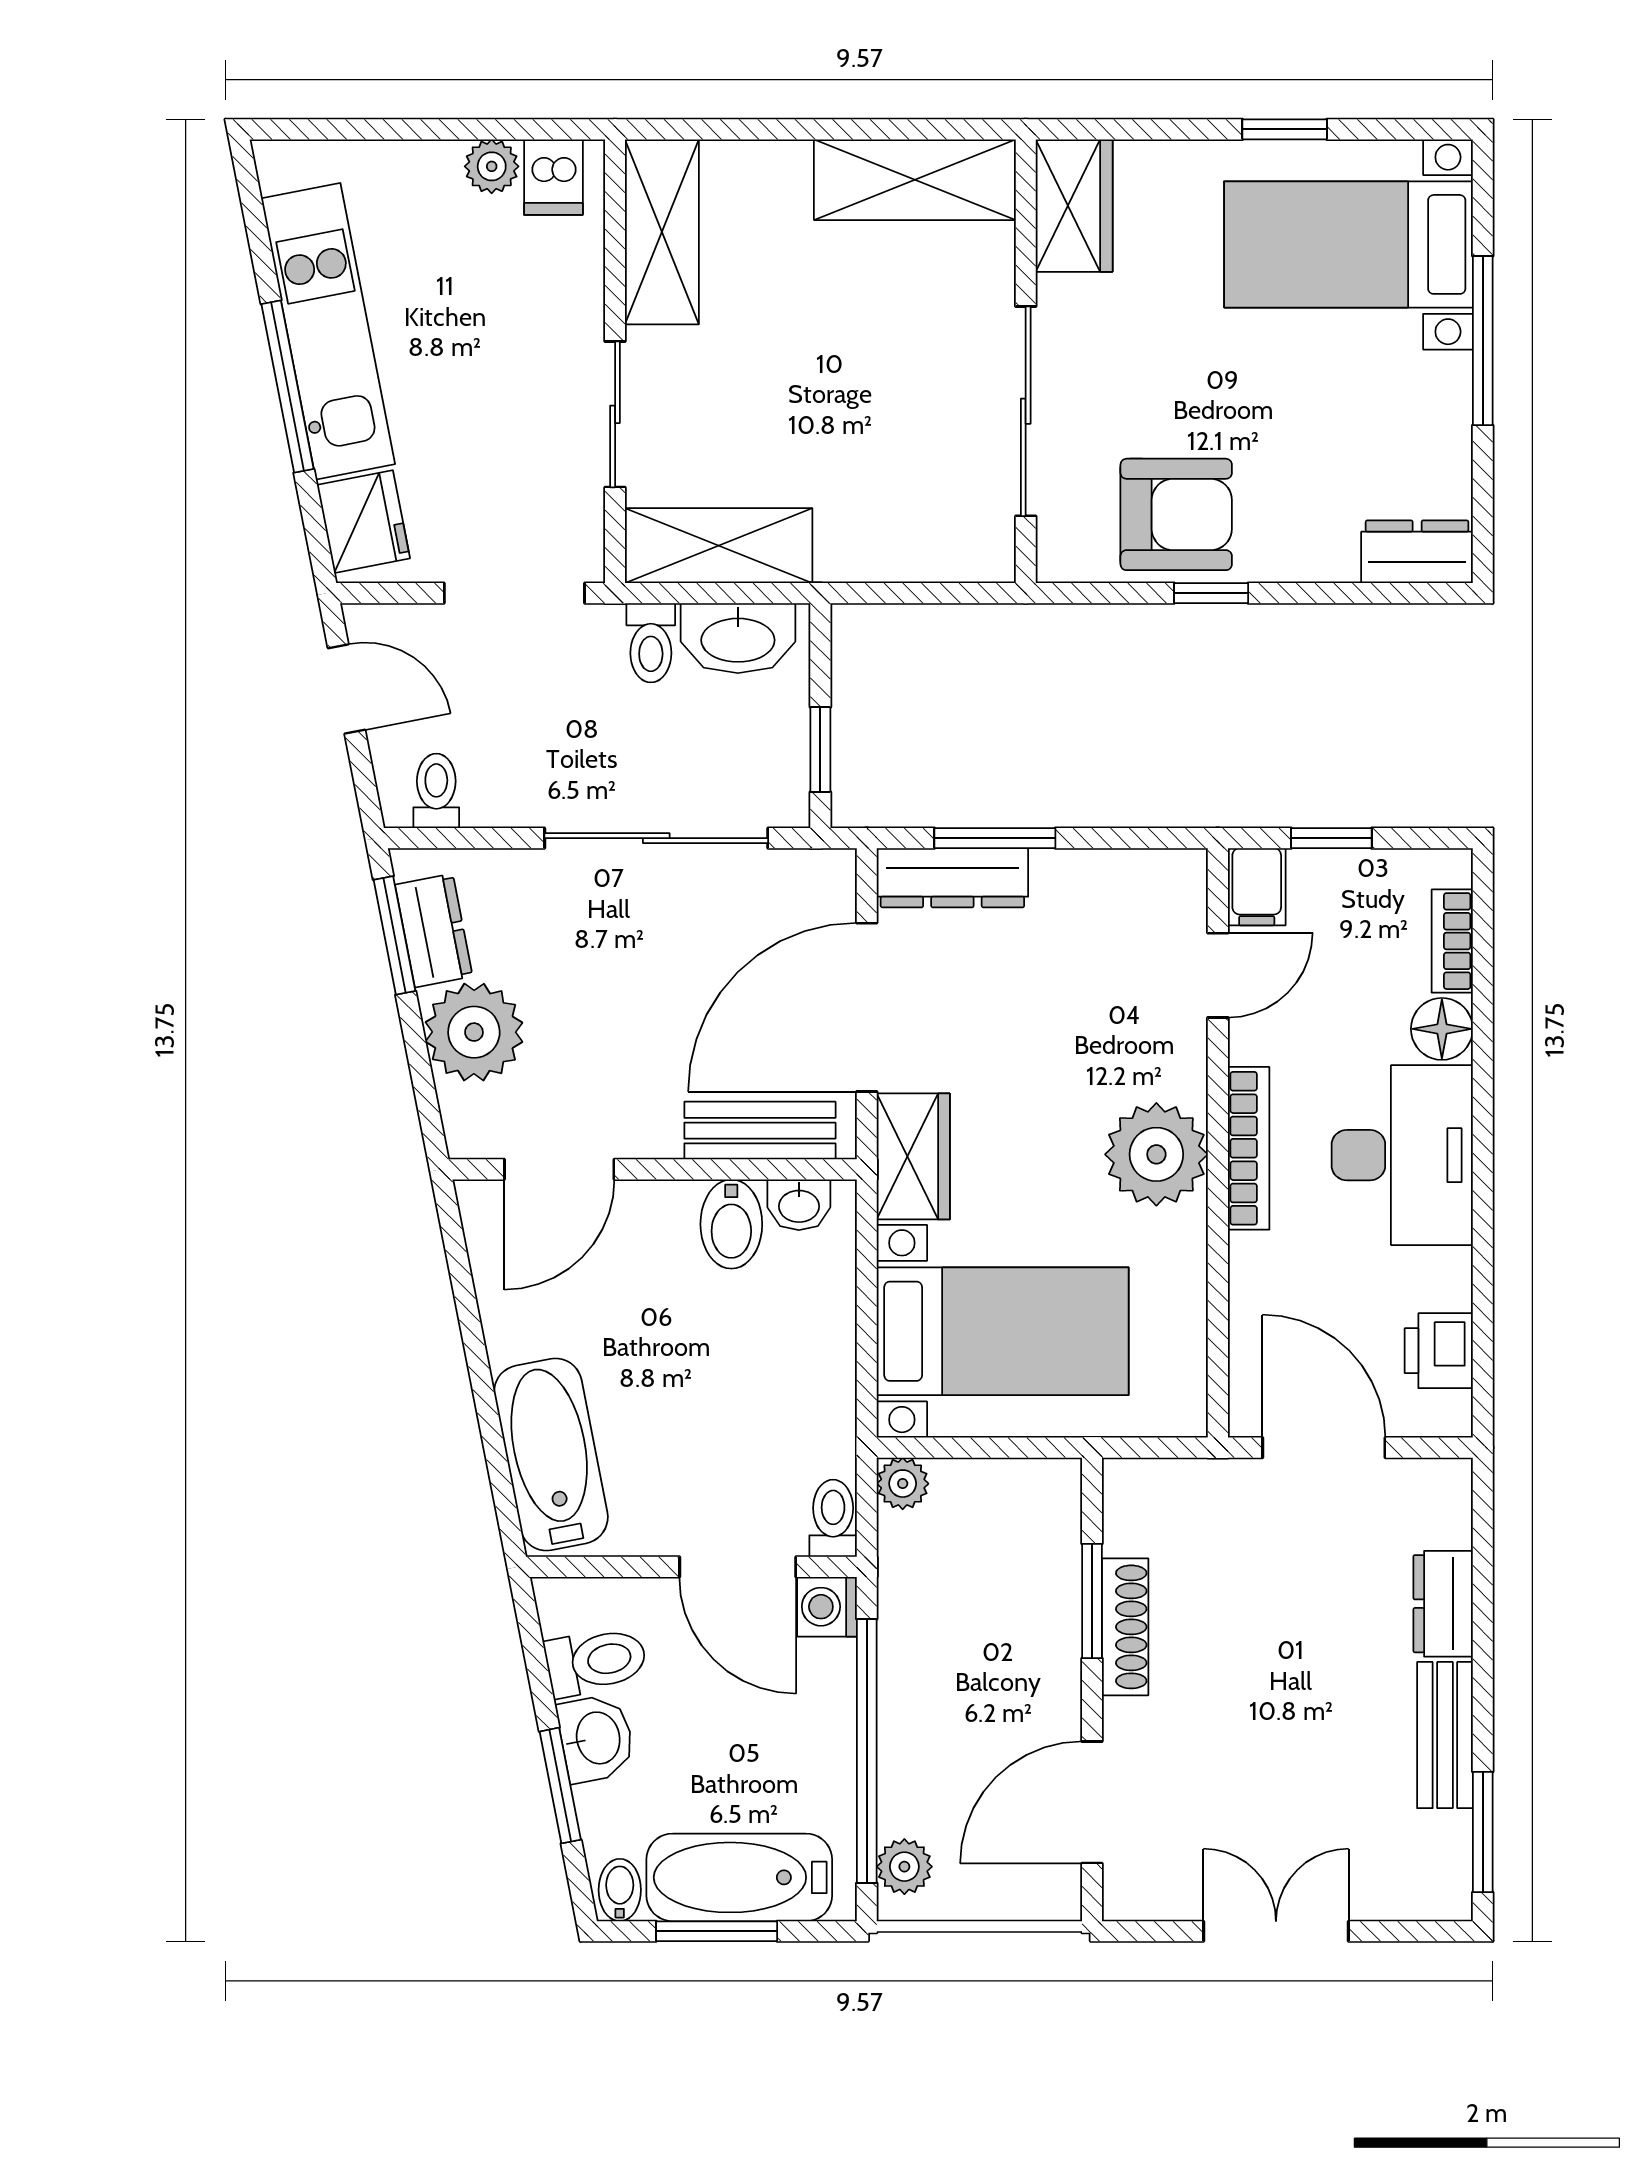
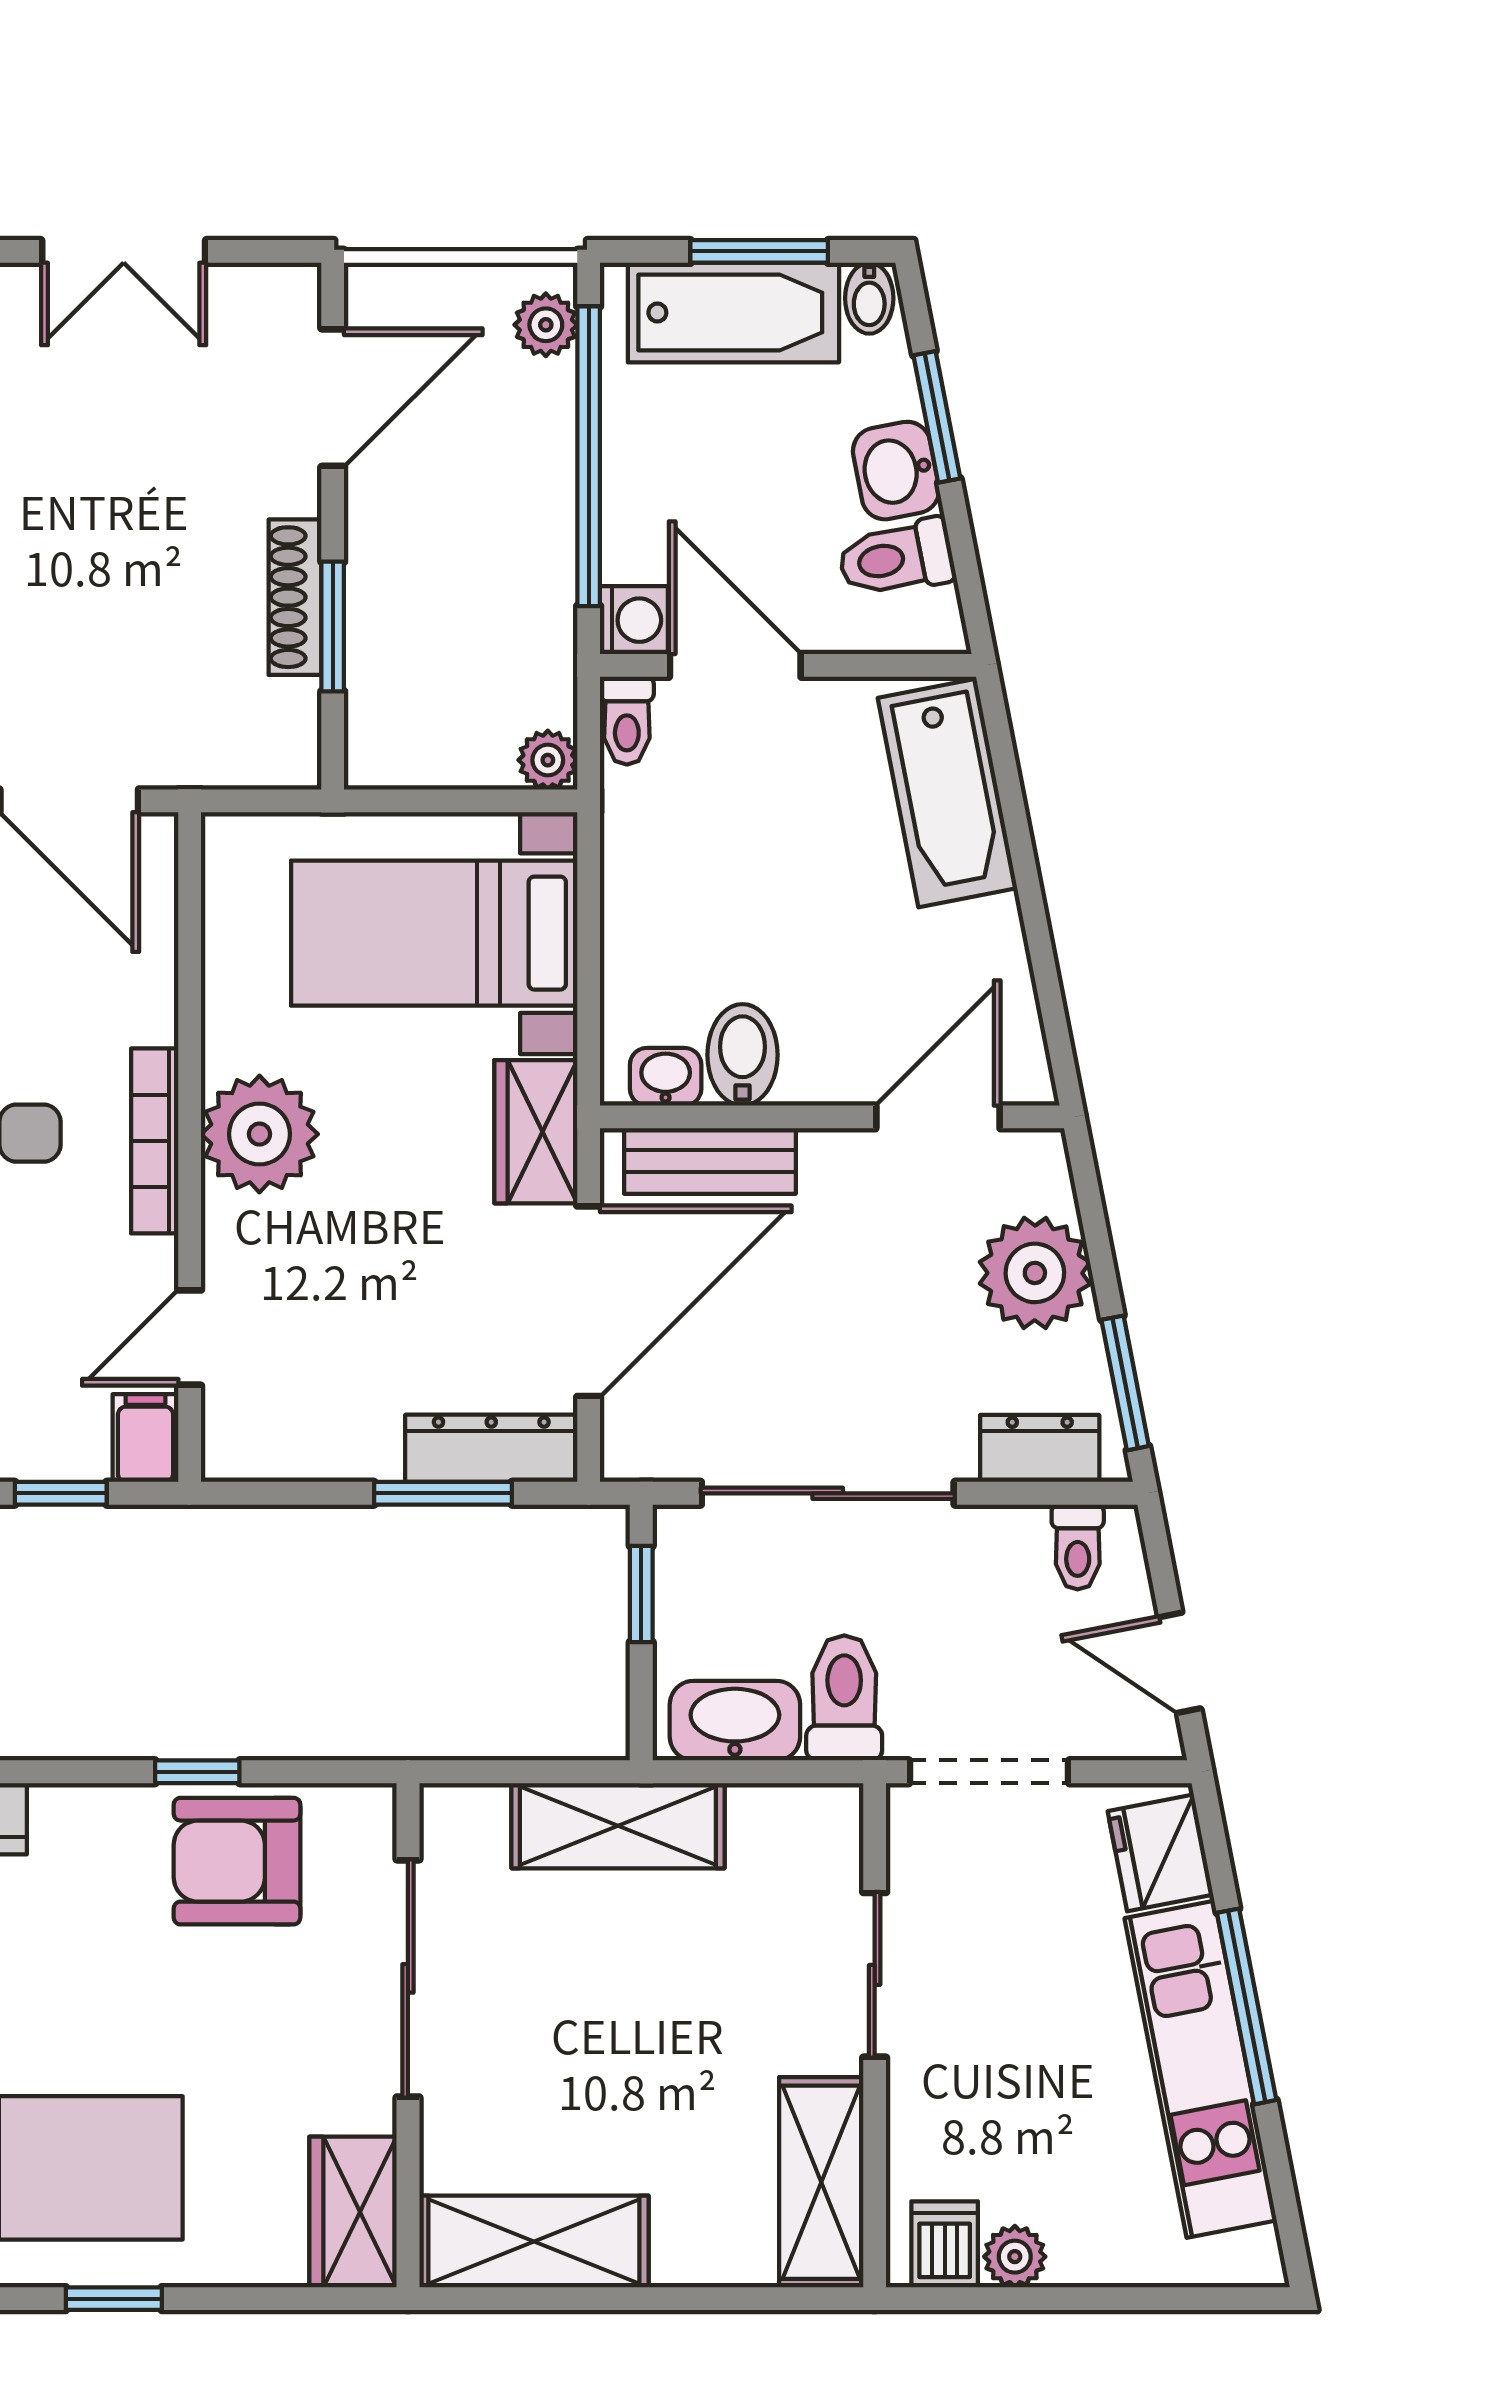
shelving: (719, 546) -> (618, 1826), moved
toilet: (651, 643) -> (844, 1698), width x1.37, depth x1.39
dresser: (434, 931) -> (1040, 1448), moved, turned 101

